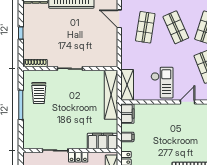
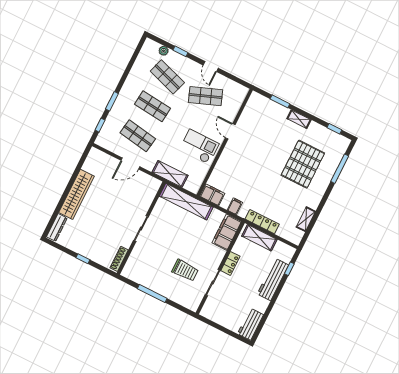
door: (119, 19) -> (130, 163), moved
shop shelf: (176, 27) -> (153, 106), turned 30
shelving: (127, 85) -> (170, 174), moved
trolley: (39, 93) -> (185, 270), moved

